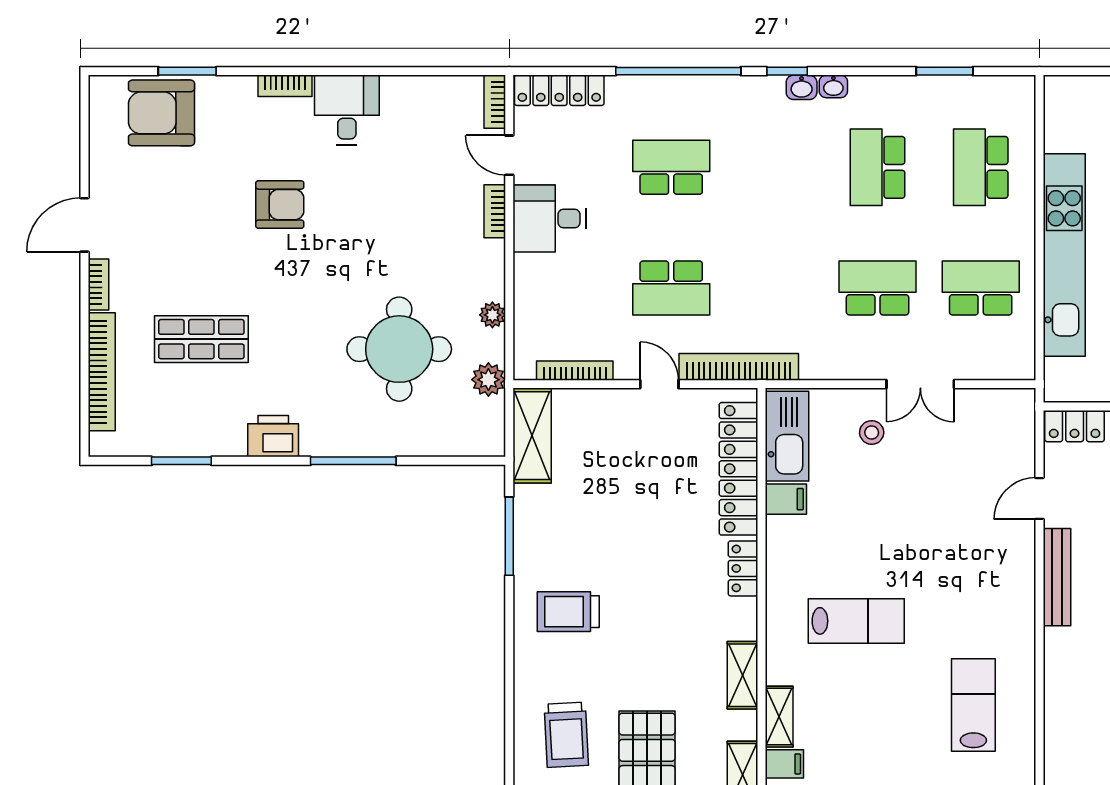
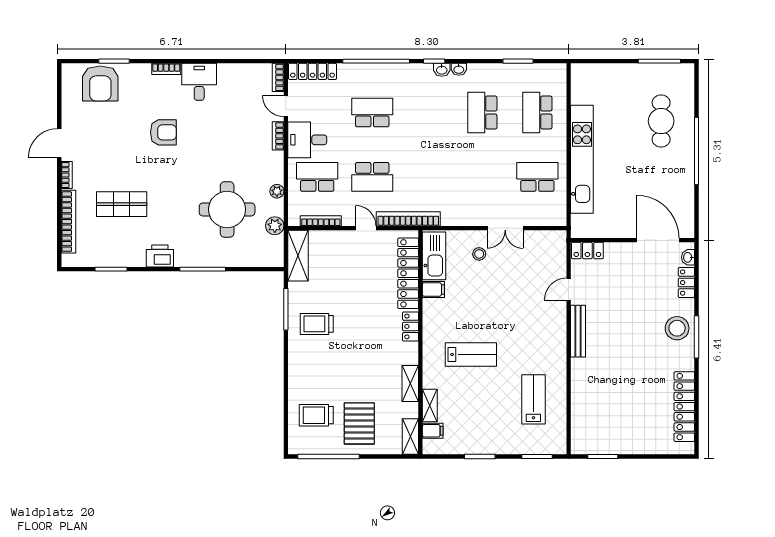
armchair: (161, 113) -> (100, 83), turned -90
school desk: (878, 288) -> (317, 177), moved
trolley: (568, 612) -> (317, 324), moved
trolley: (566, 735) -> (316, 415), turned 93

